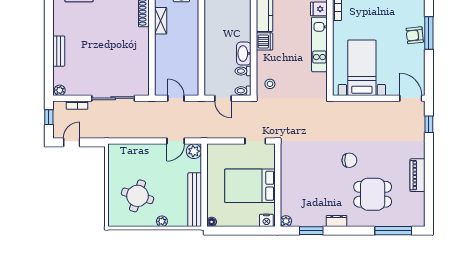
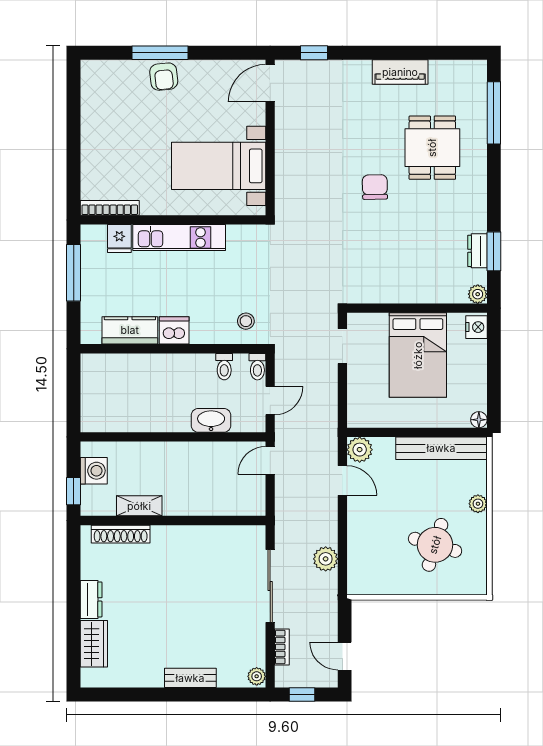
washbasin: (244, 53) -> (211, 420), moved, turned 180
door: (176, 98) -> (270, 460), moved
plant: (129, 131) -> (326, 559), added
dresser: (337, 221) -> (477, 251), moved

